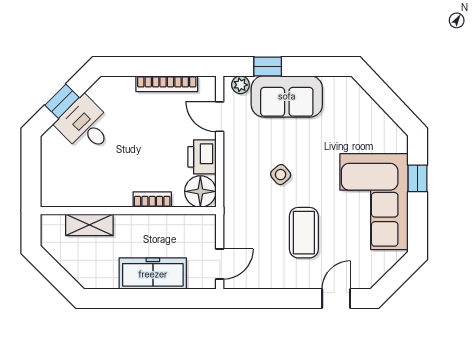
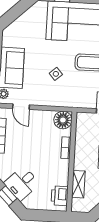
door: (220, 117) -> (21, 107), hinge flipped
printer: (202, 157) -> (60, 196), moved, turned 90

